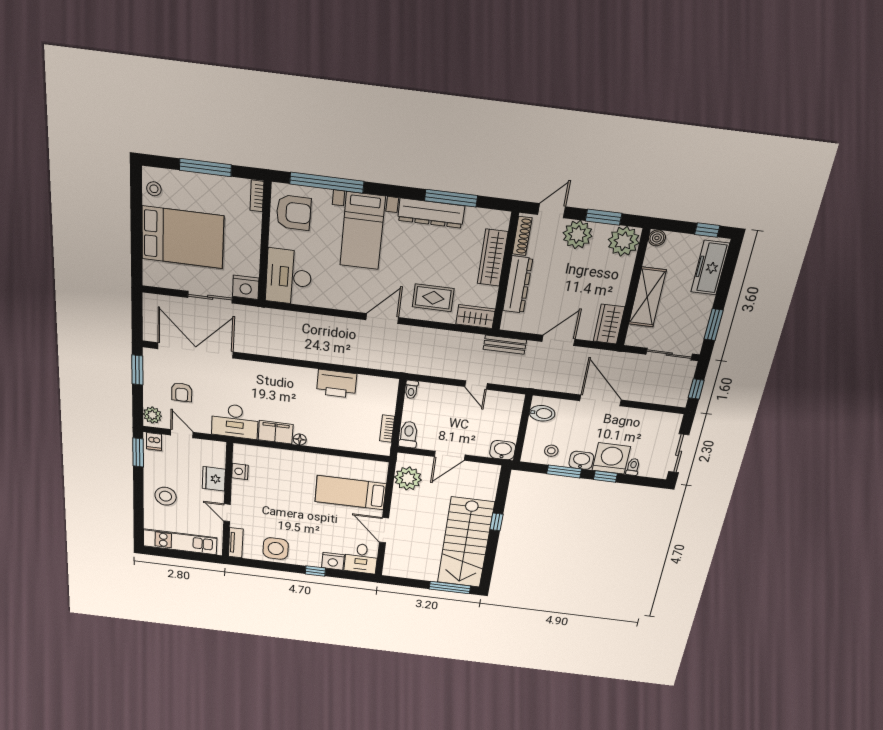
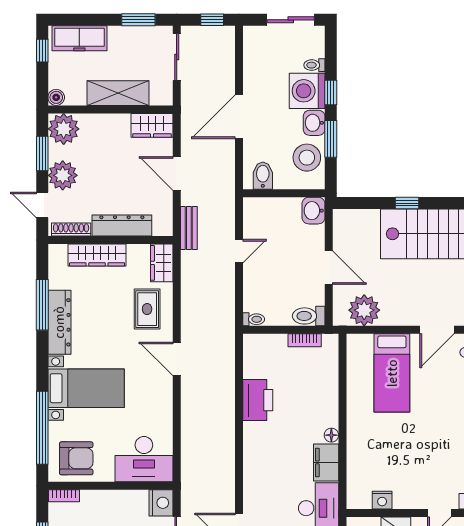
armchair: (294, 213) -> (76, 458), turned 90
stool: (551, 451) -> (307, 158), width x1.89, depth x1.89

